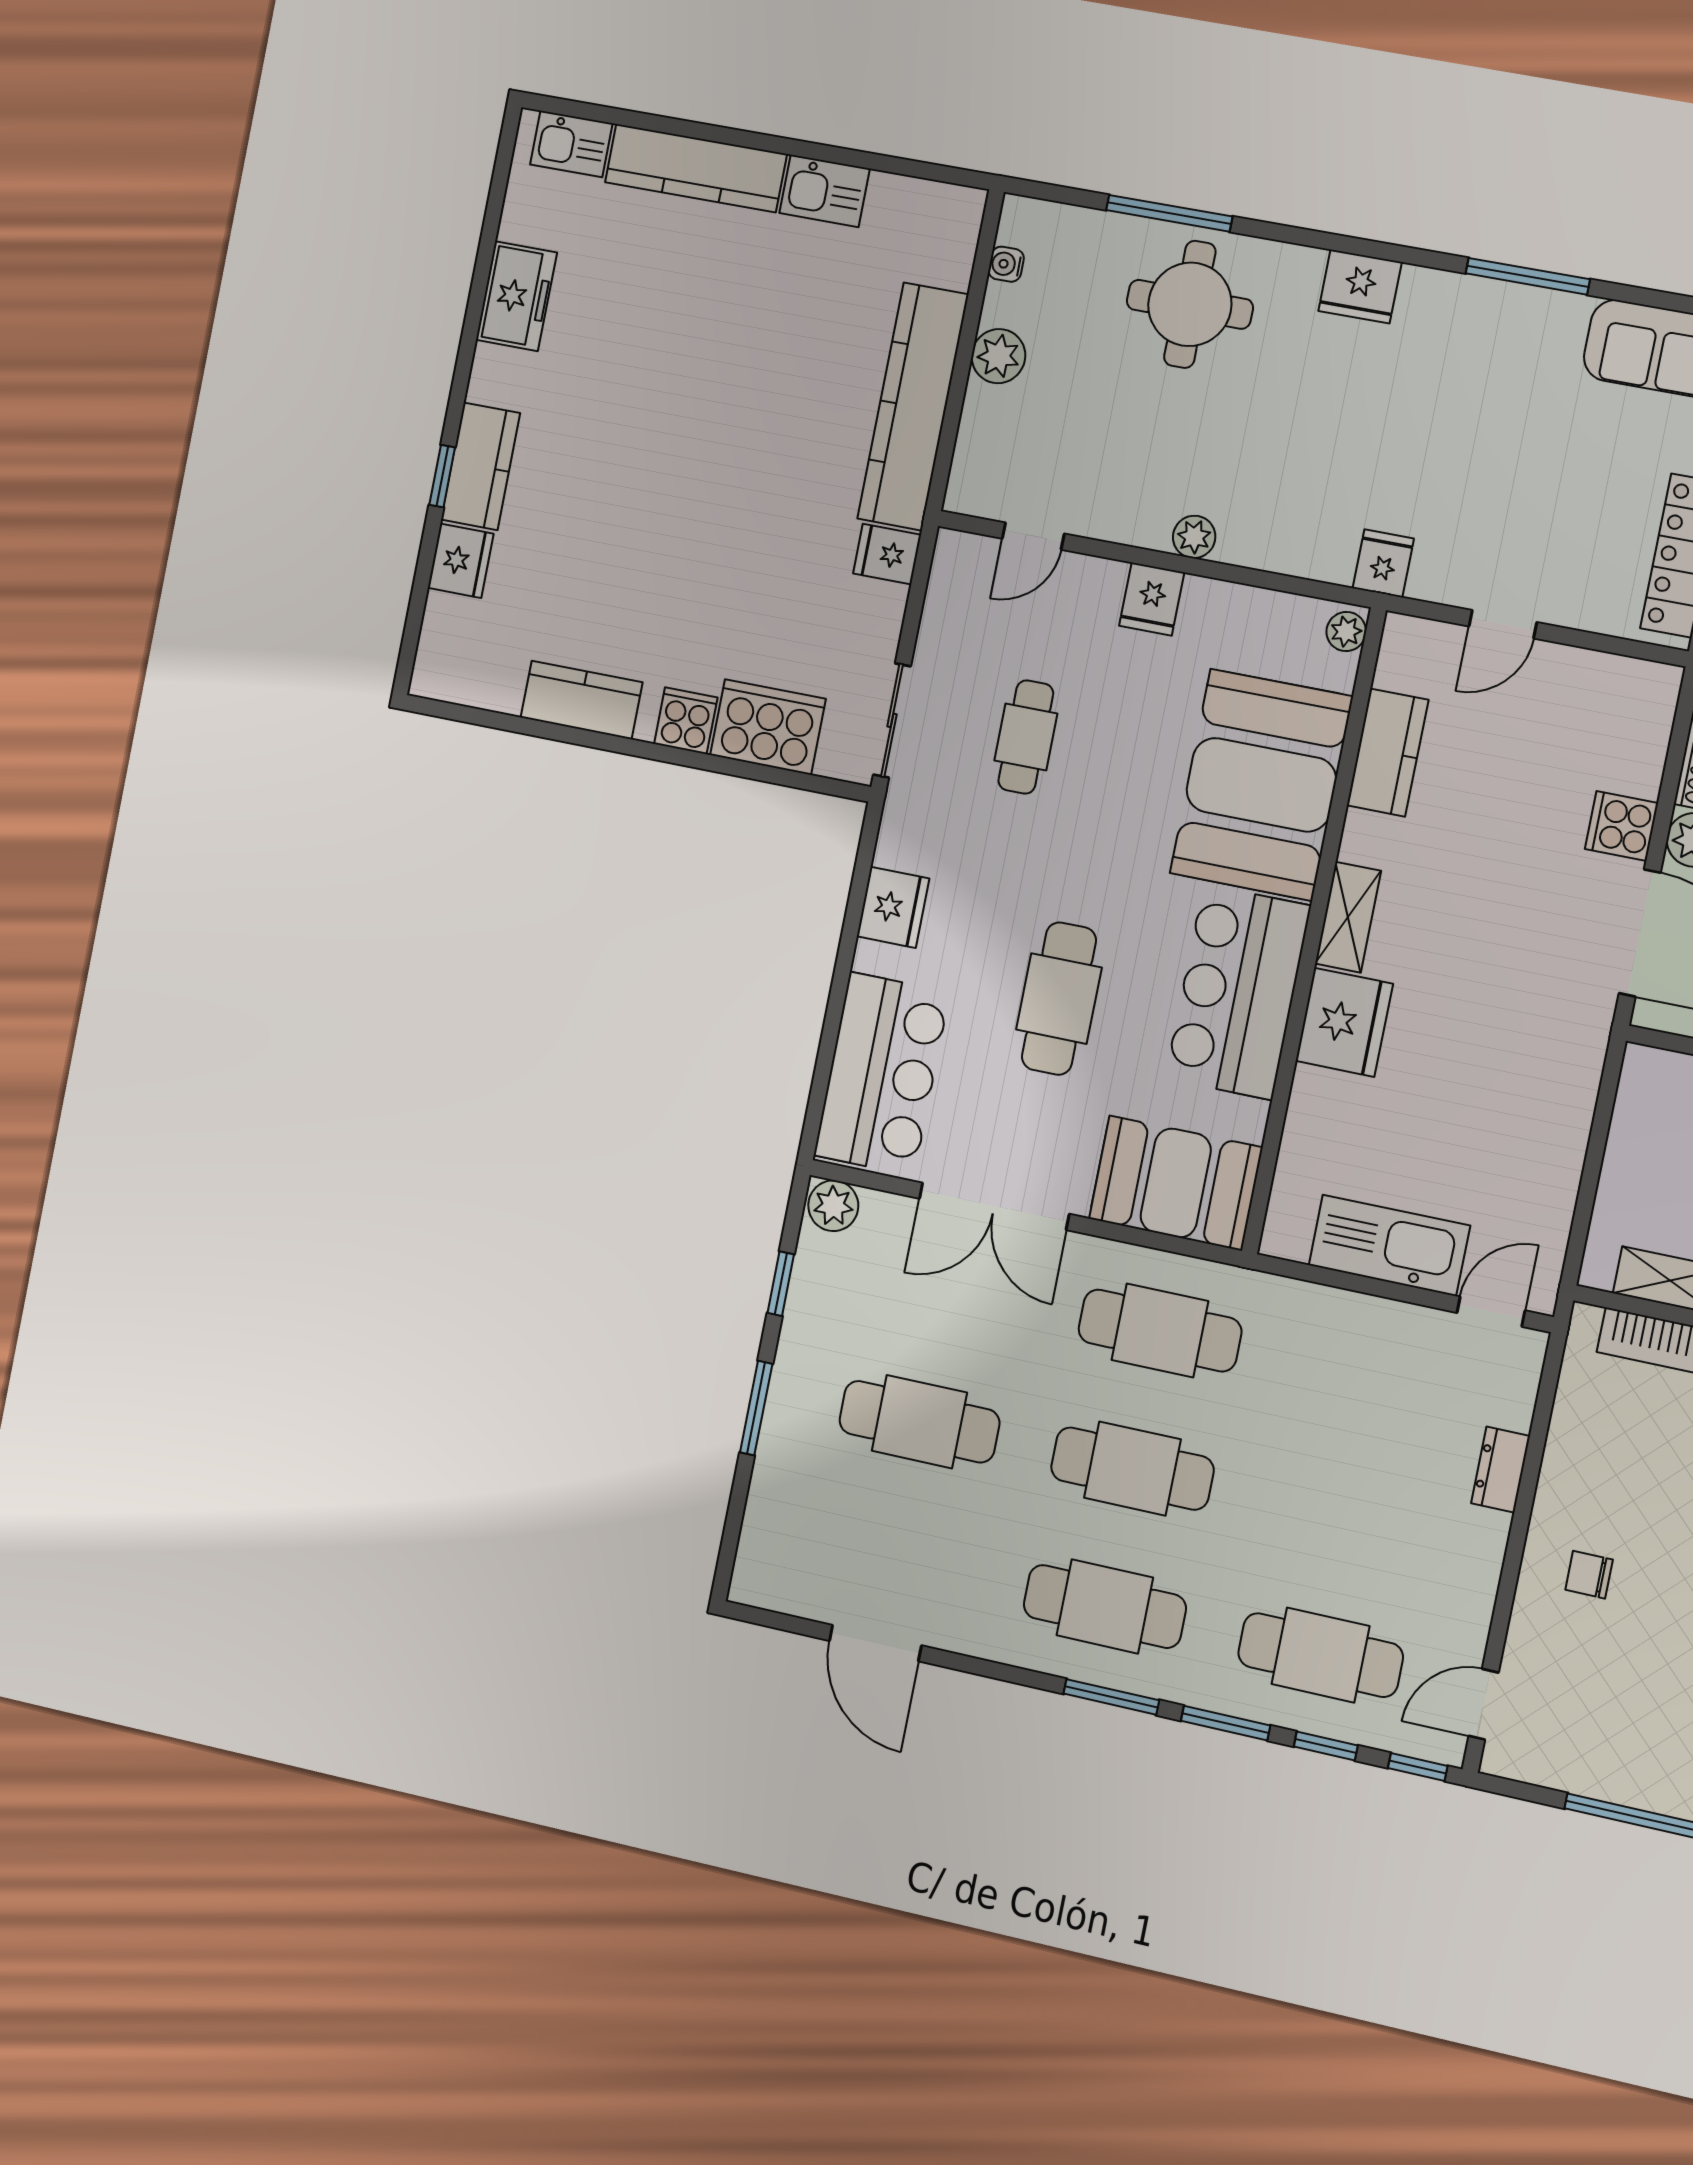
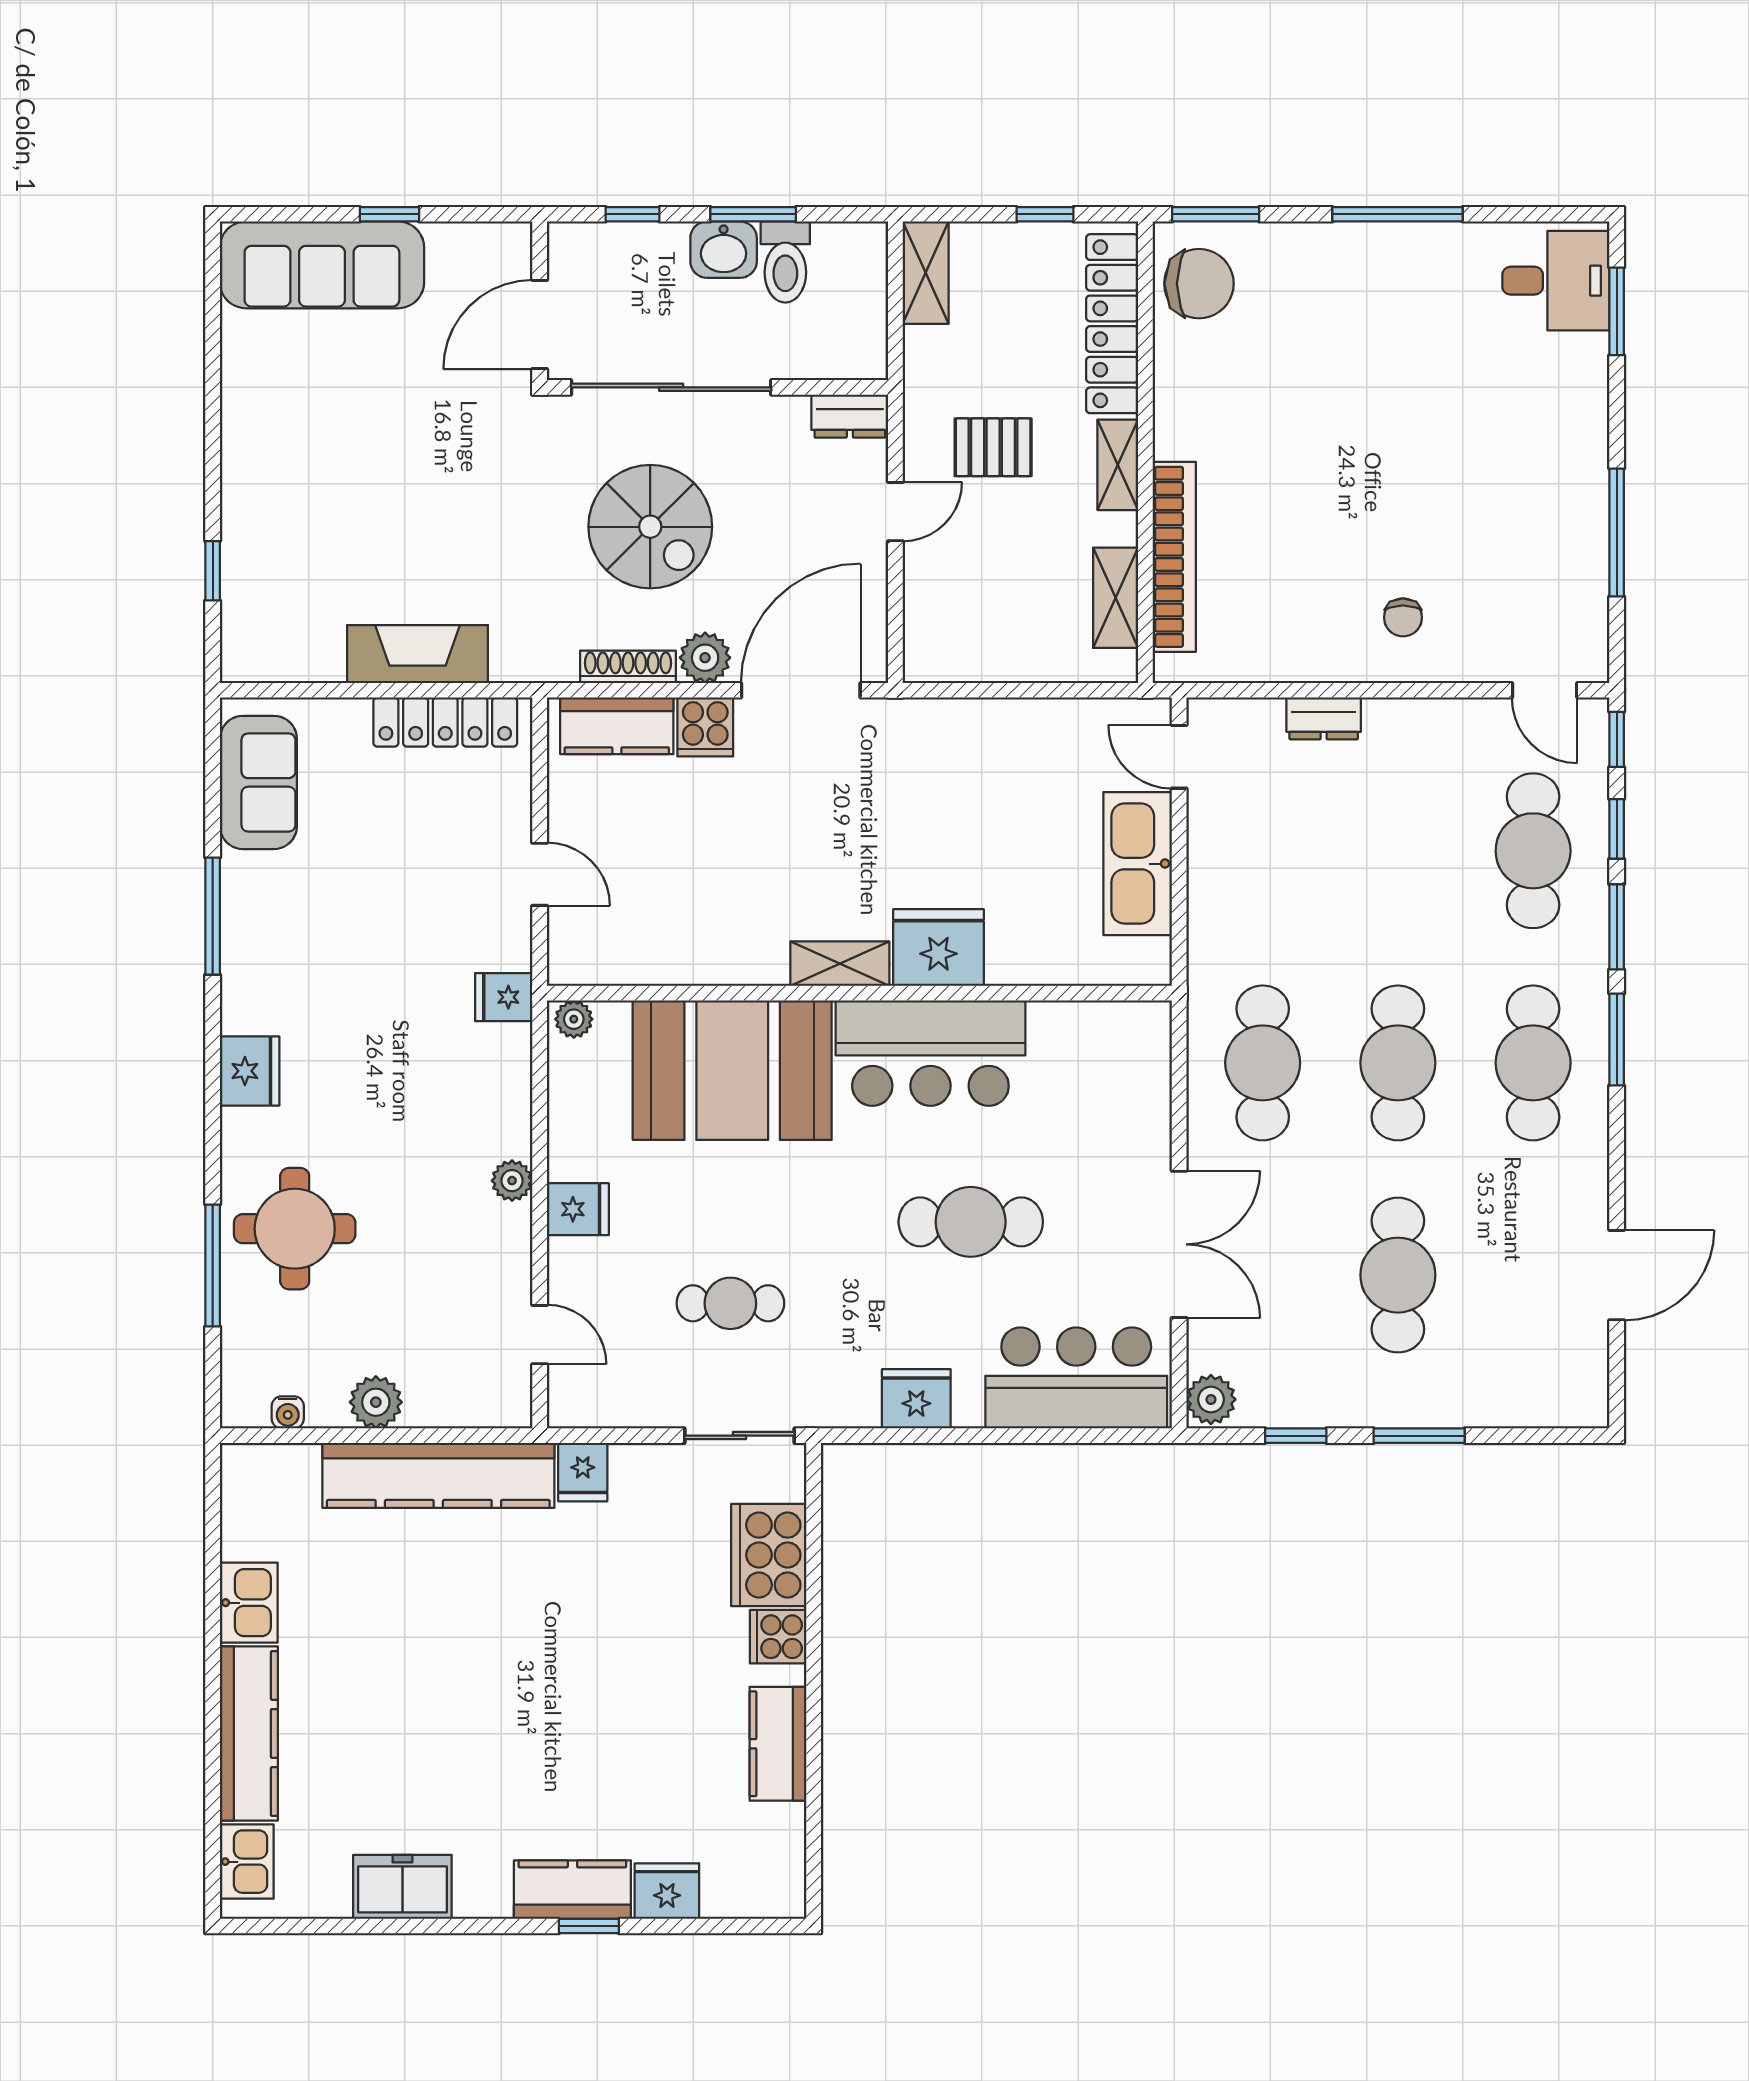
kitchen counter: (1388, 753) -> (617, 726), moved, turned 180
booth: (1176, 1183) -> (1121, 1076), removed

